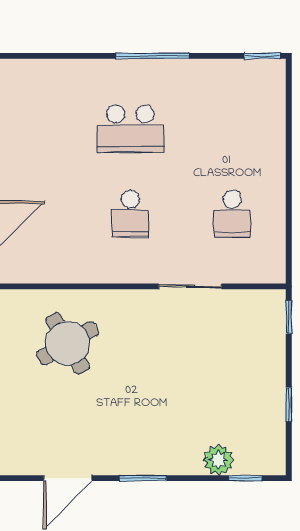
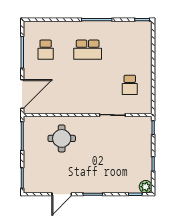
school desk: (130, 214) -> (46, 50), moved
round table: (68, 343) -> (62, 138), turned 30
plant: (218, 460) -> (146, 187), moved

